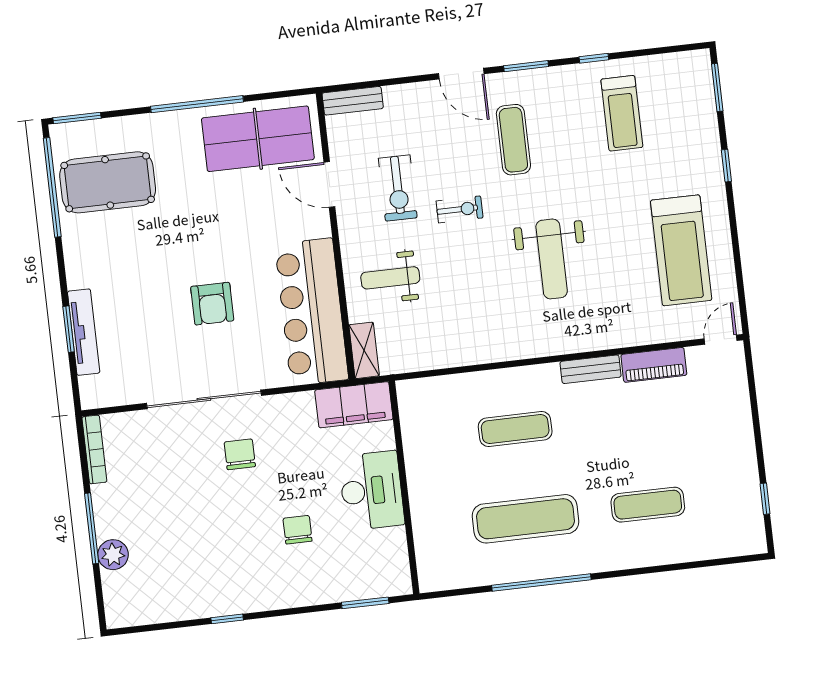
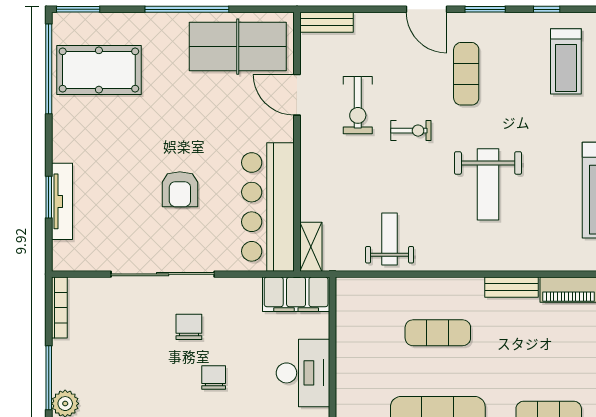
weight bench: (390, 278) -> (390, 239), moved, turned 90
chair: (298, 530) -> (214, 377), moved

